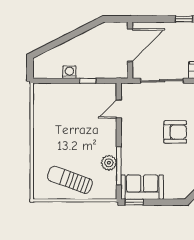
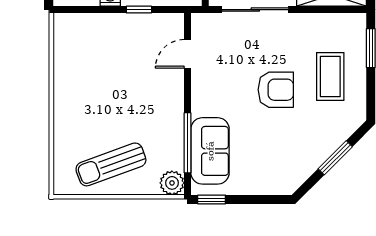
plant: (109, 163) -> (172, 183), moved
sun lounger: (70, 180) -> (111, 164), turned -40
sofa: (142, 187) -> (210, 151), moved, turned 90

